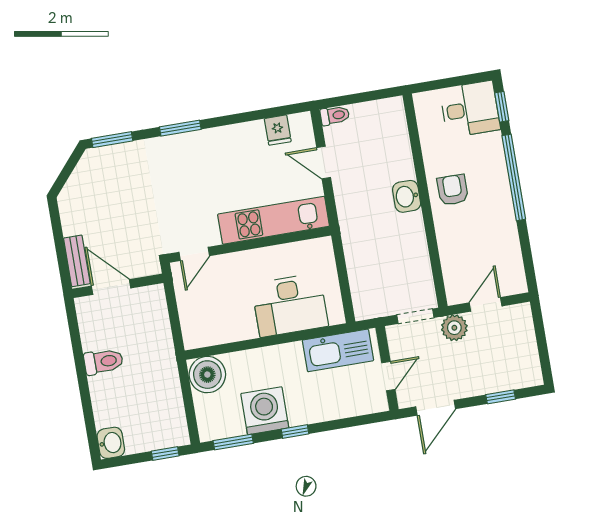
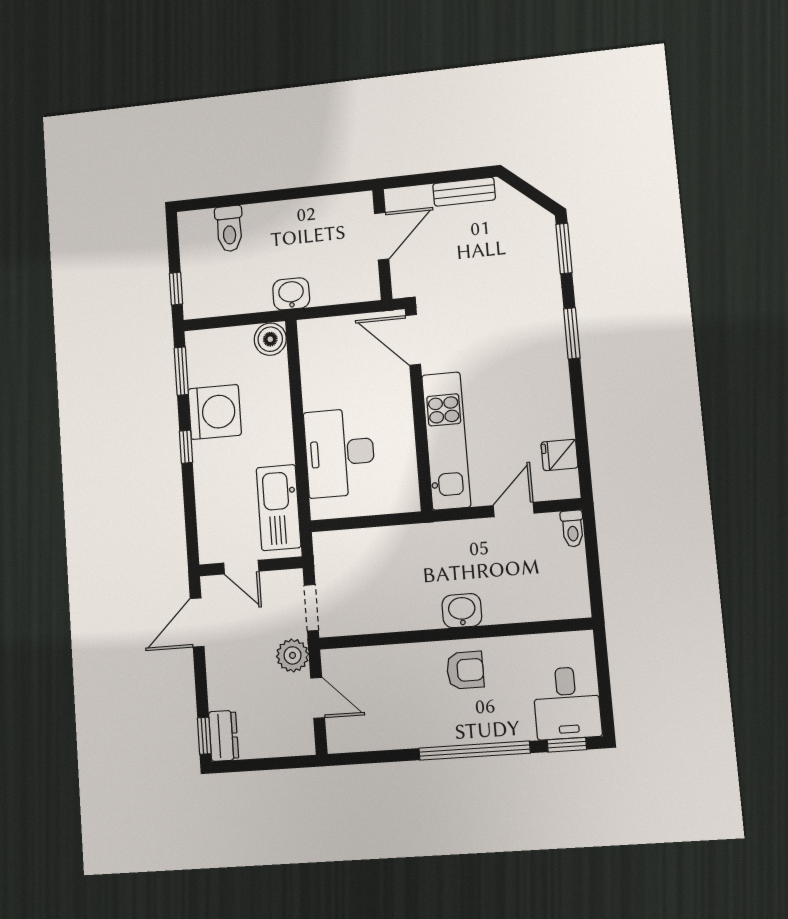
door: (194, 254) -> (413, 340), width x1.38
bench: (77, 261) -> (464, 192), moved
toilet: (103, 362) -> (229, 229), moved
boiler: (207, 375) -> (270, 339), width x0.73, depth x0.73
dresser: (523, 377) -> (224, 736), added
window: (501, 397) -> (204, 736), moved
door: (436, 408) -> (197, 622), hinge flipped
washbasin: (111, 443) -> (291, 294), moved, turned 180

